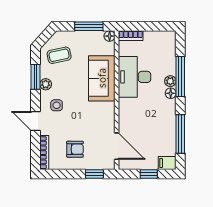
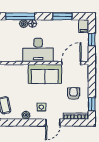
window: (36, 77) -> (20, 123), removed
desk: (135, 77) -> (38, 50), moved
sofa: (102, 78) -> (45, 74), moved
window: (180, 134) -> (62, 16), width x0.69
window: (94, 174) -> (92, 104), moved

